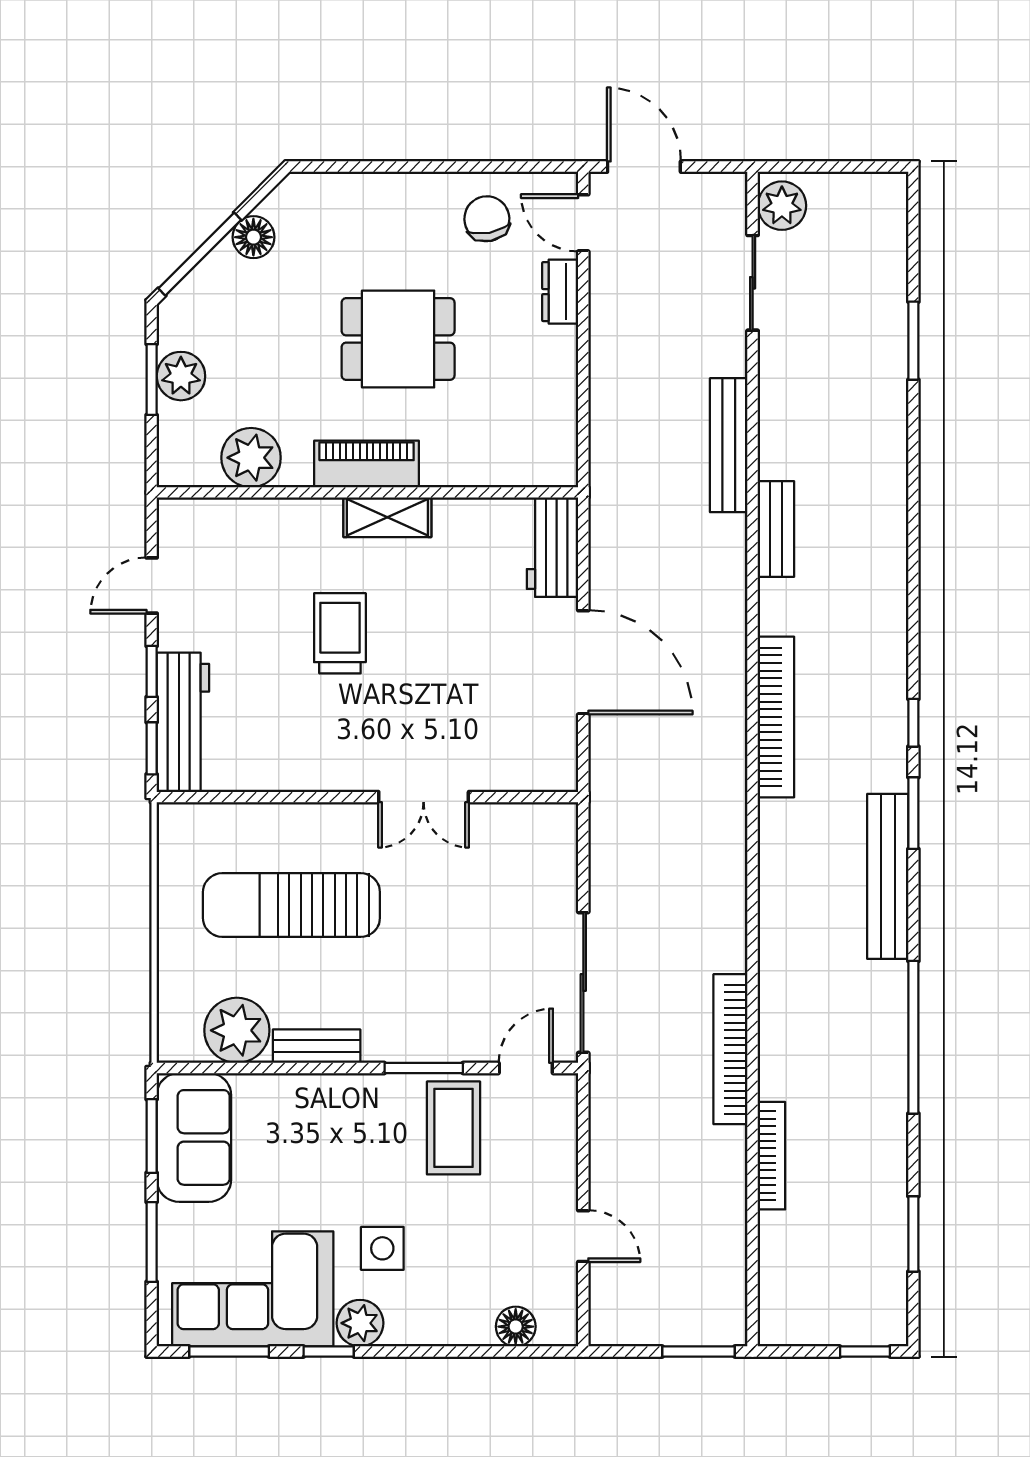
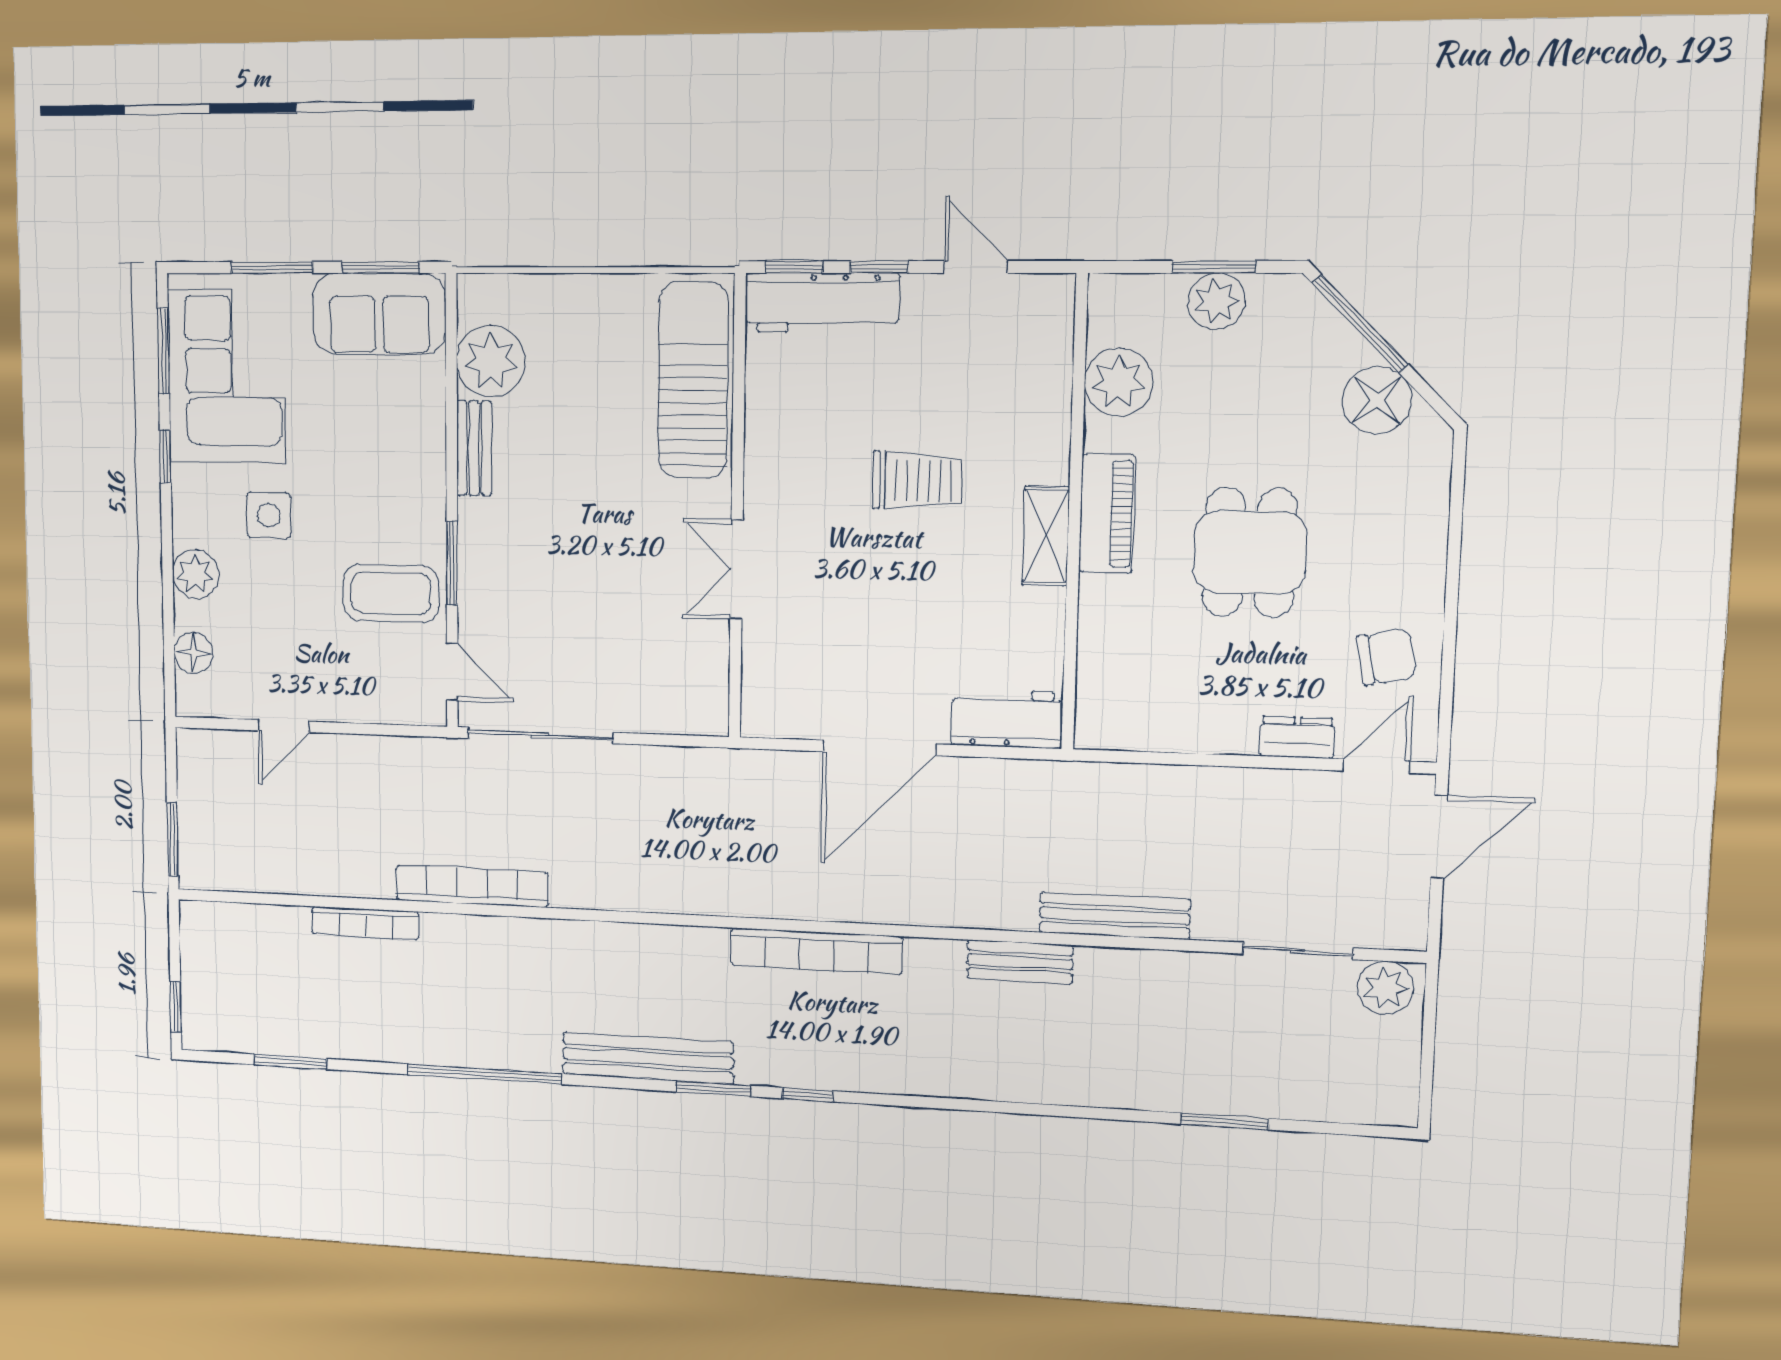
floor lamp: (253, 237) -> (1377, 400), width x1.38, depth x1.38
sun lounger: (291, 905) -> (693, 380), moved
plant: (360, 1323) -> (195, 574), moved

